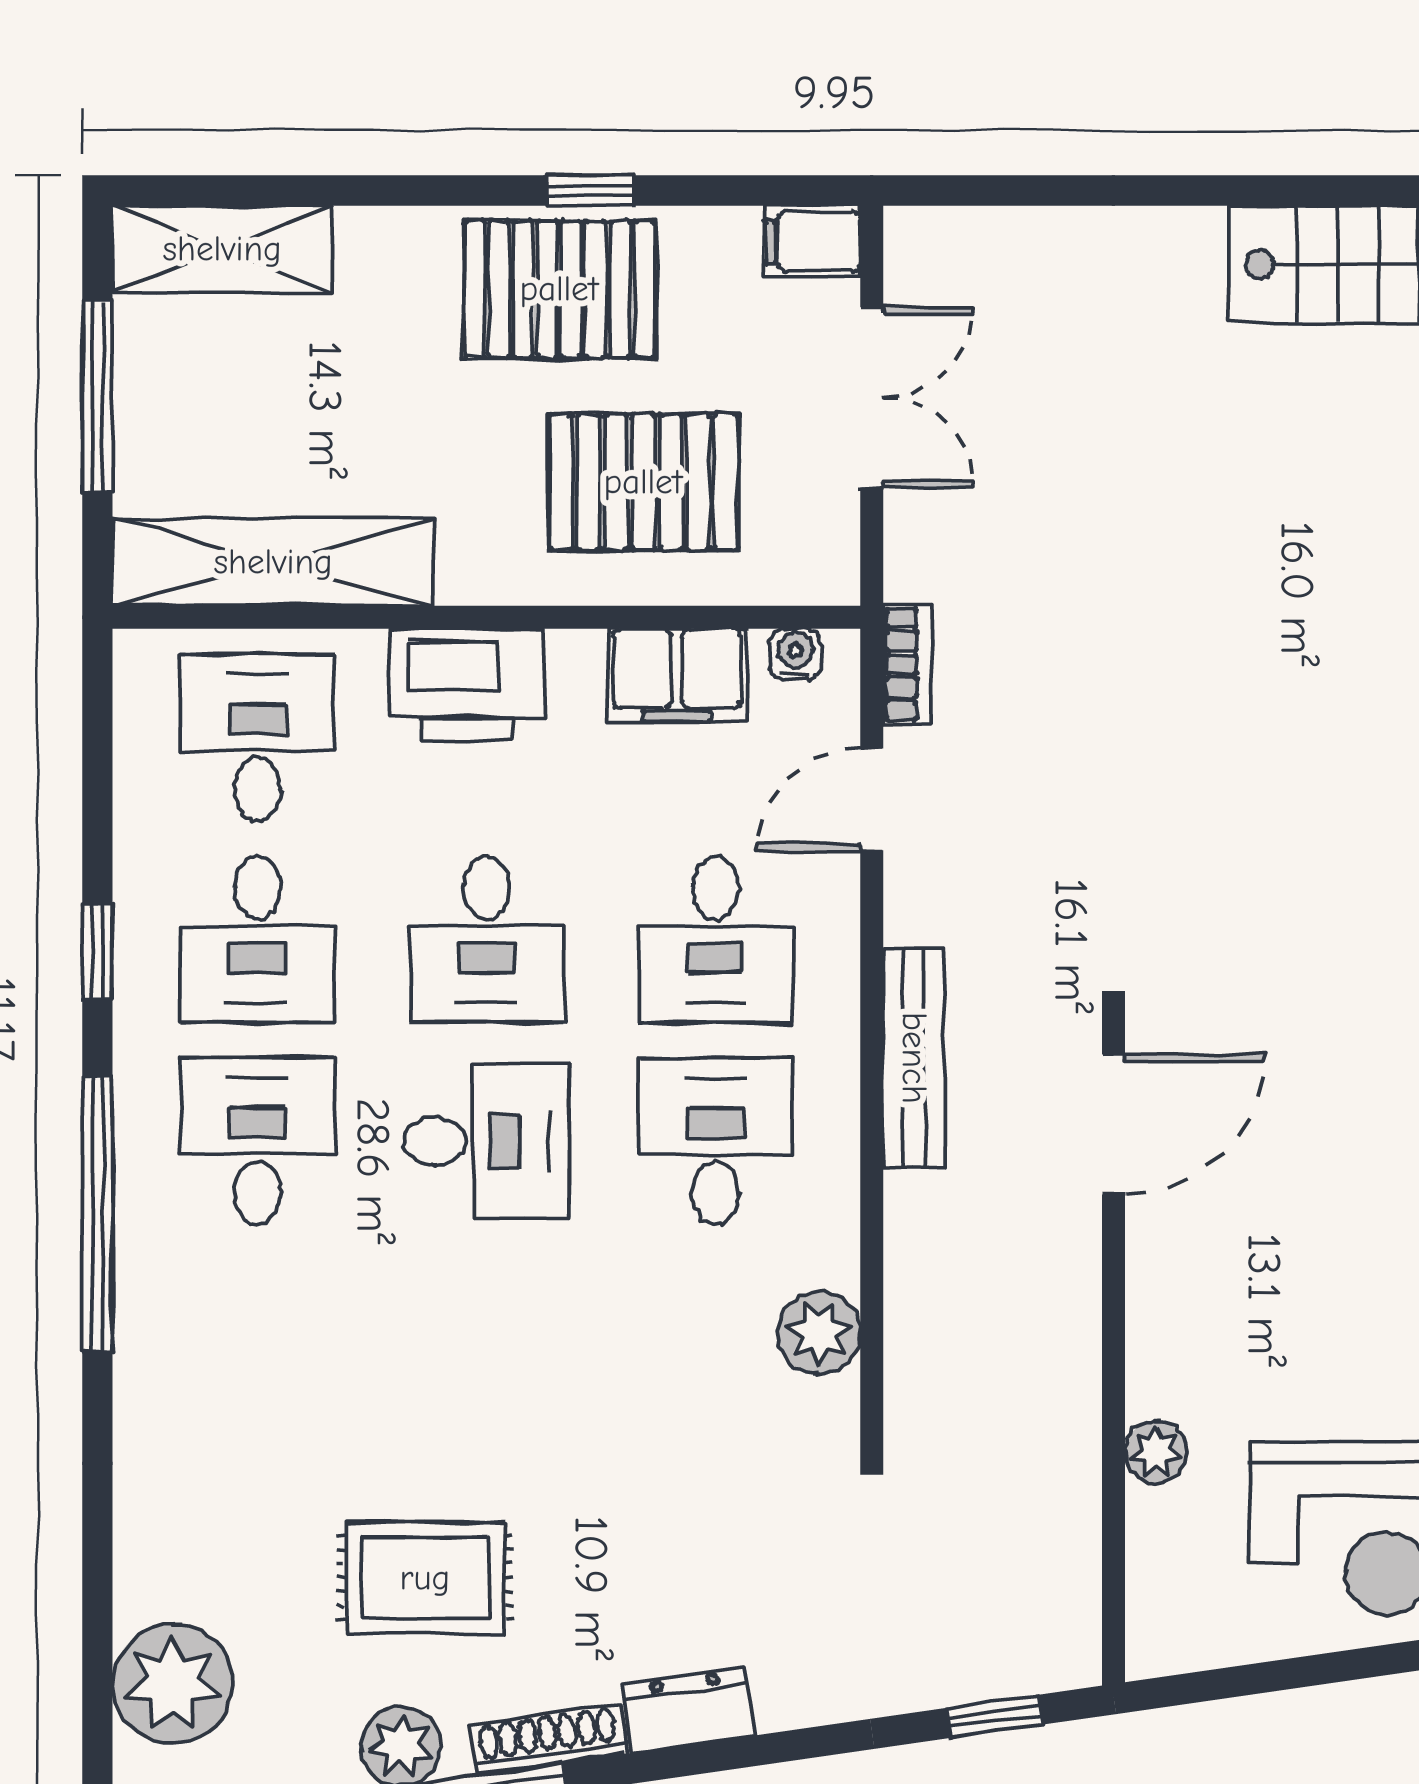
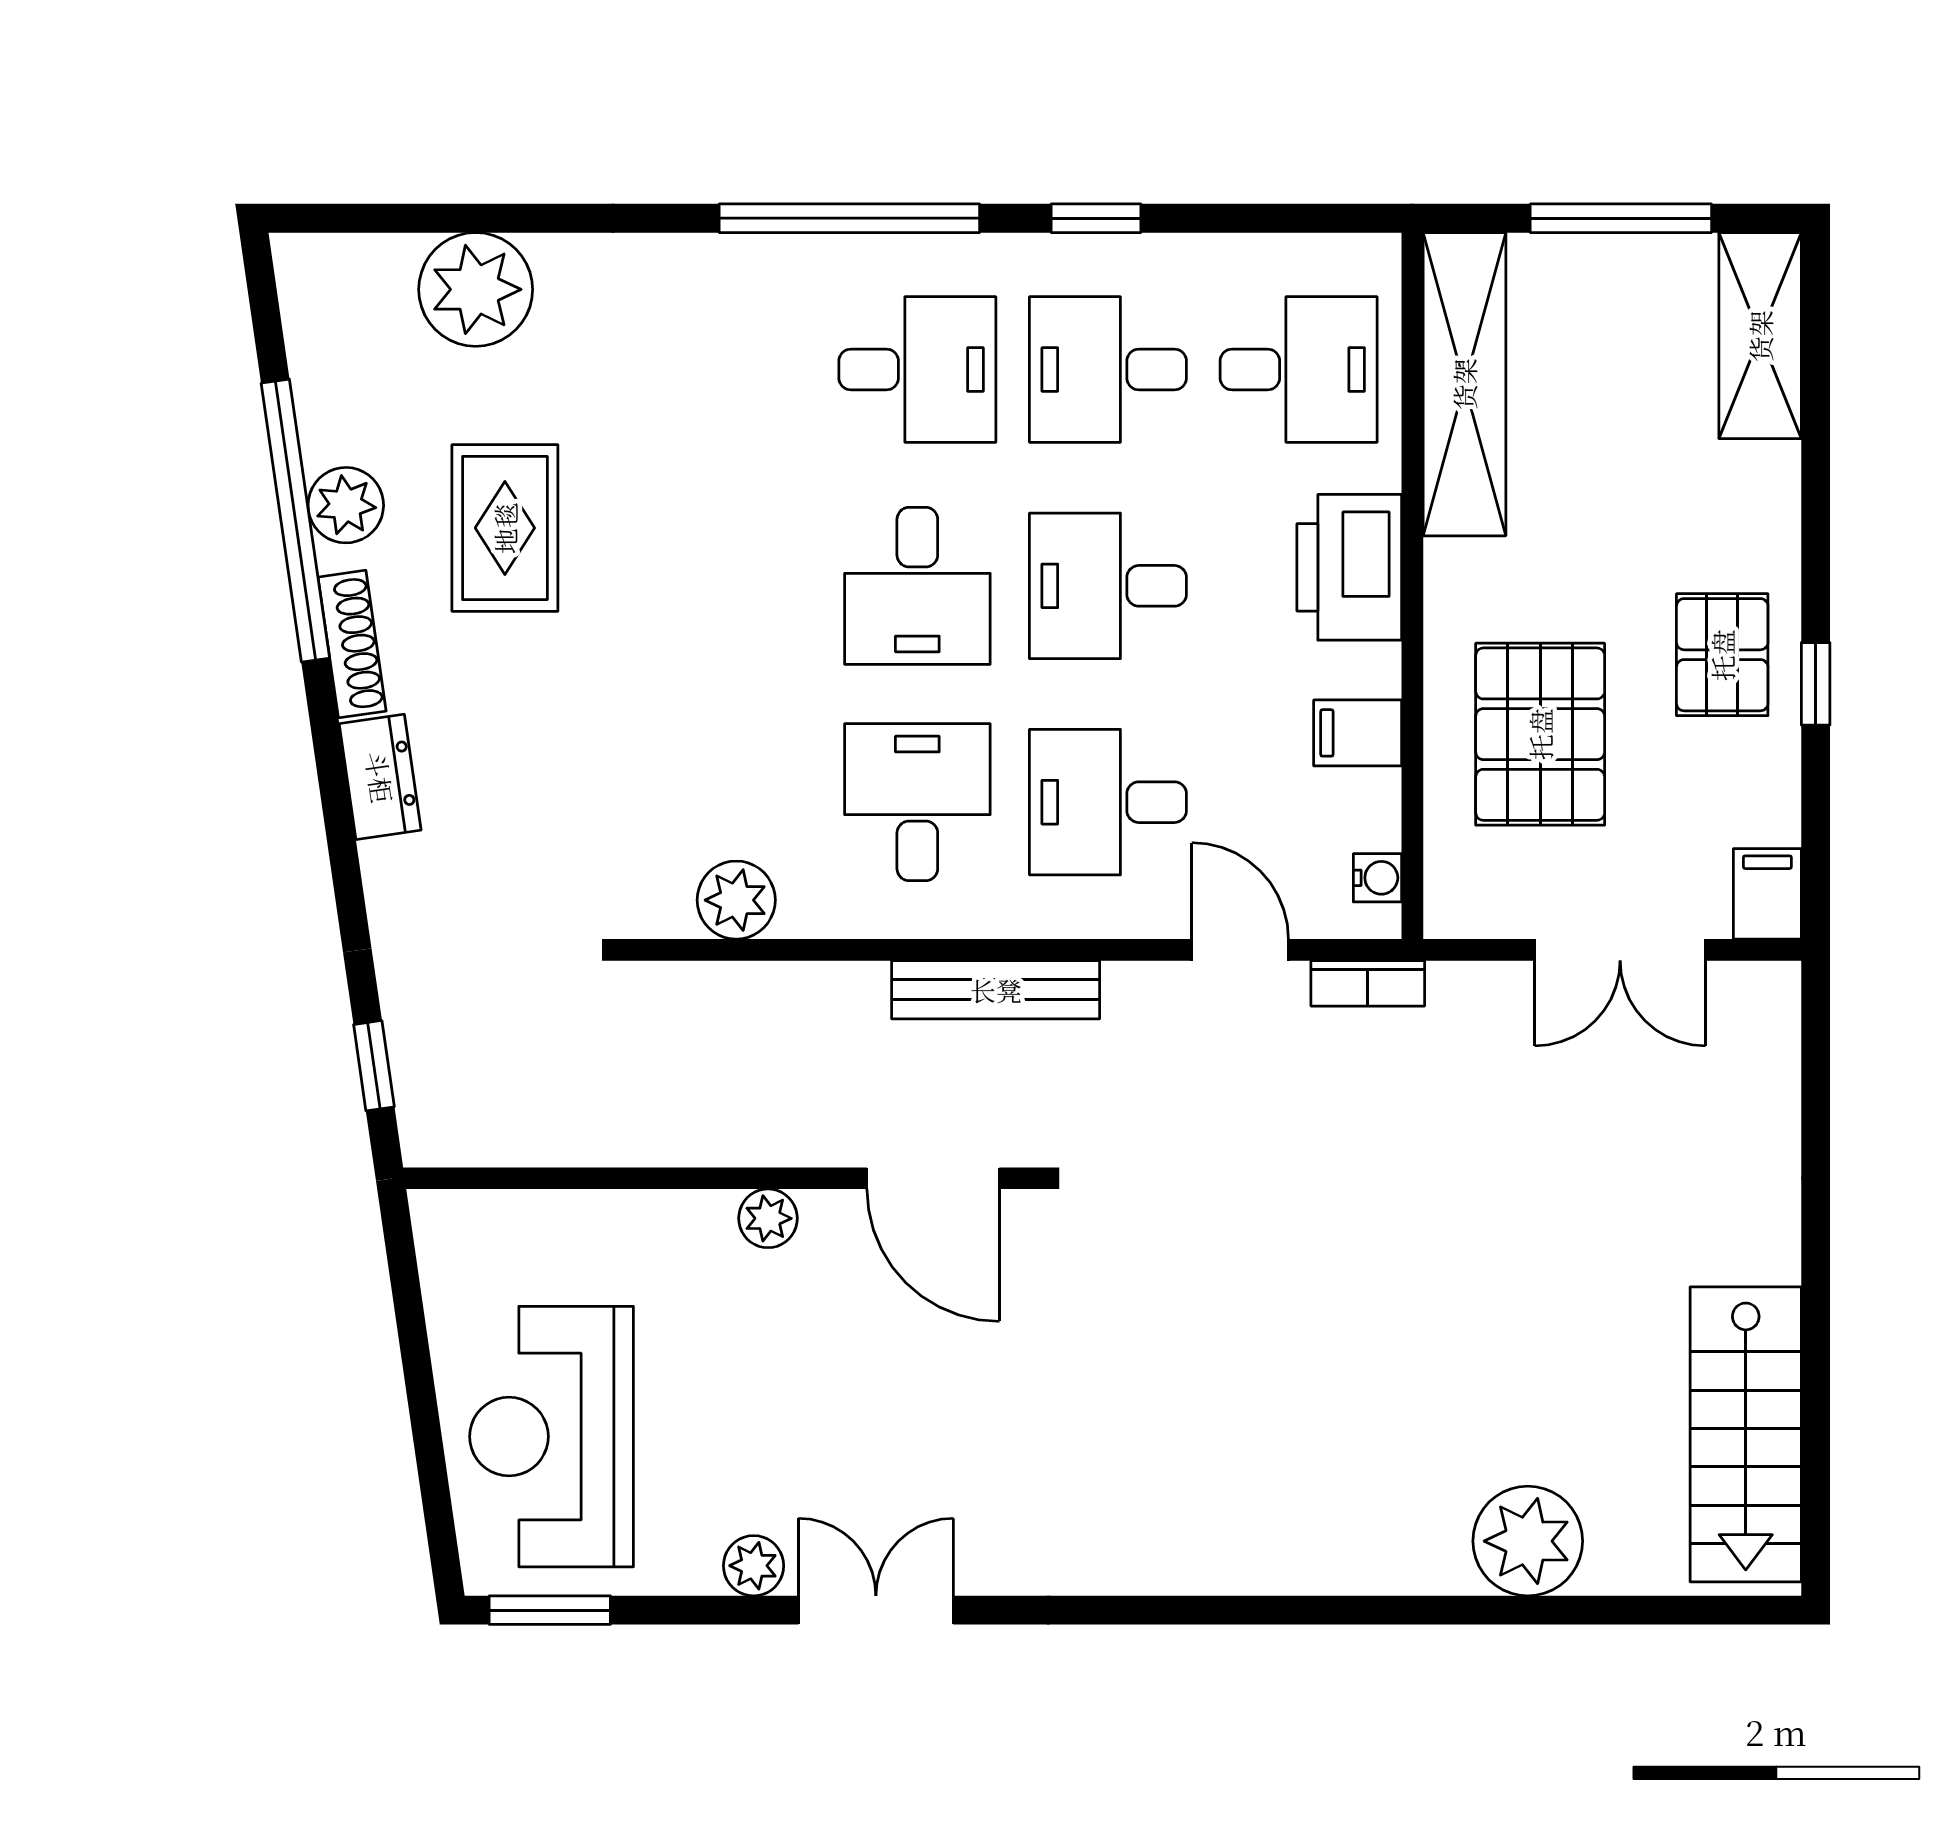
pallet: (559, 289) -> (1722, 655), width x0.67, depth x0.71
filing cabinet: (677, 675) -> (1358, 733), width x0.50
desk: (715, 1141) -> (917, 802), turned -90
plant: (1156, 1452) -> (768, 1218), moved
plant: (173, 1684) -> (476, 289), moved

